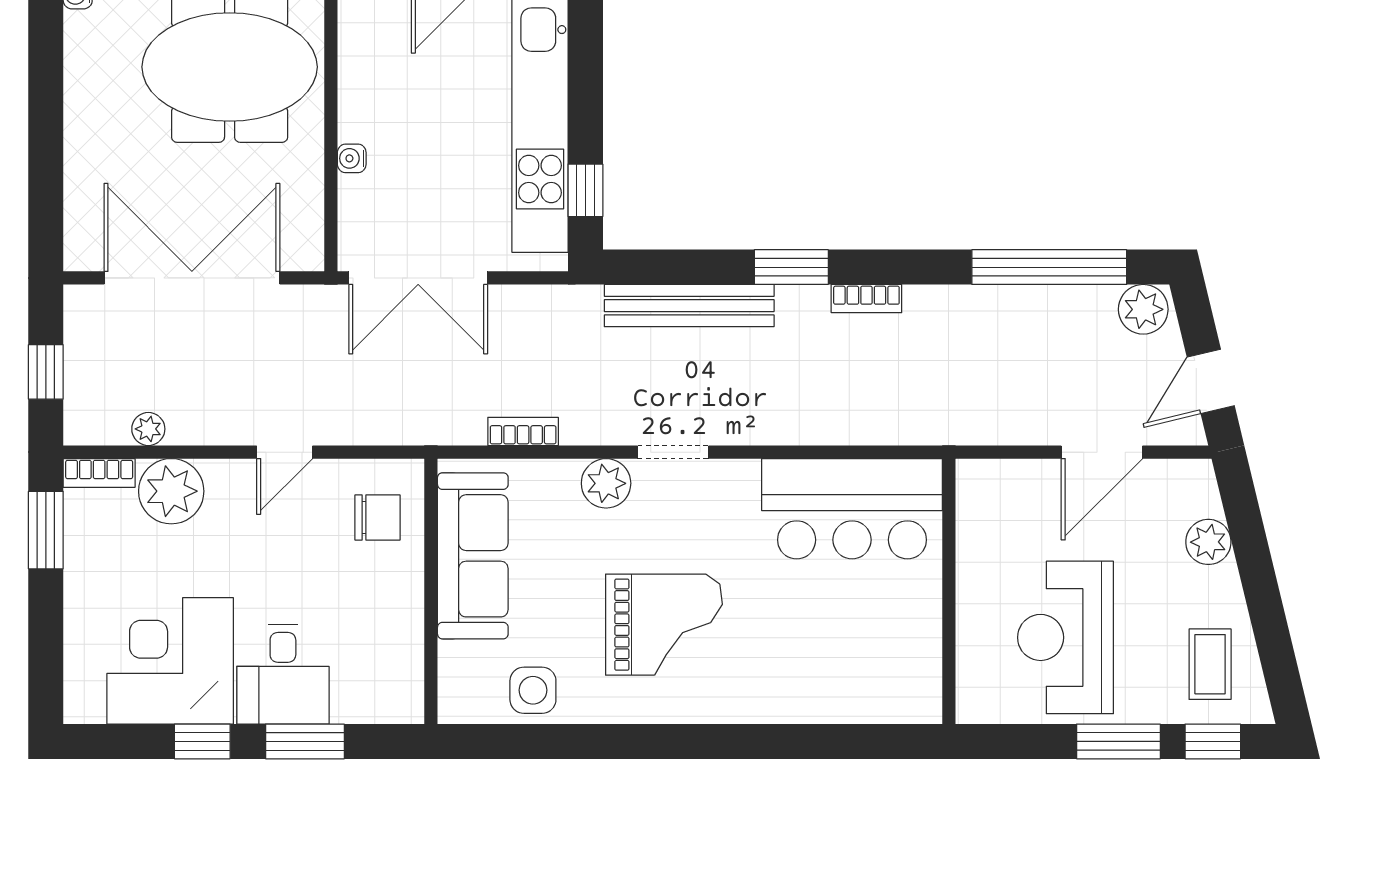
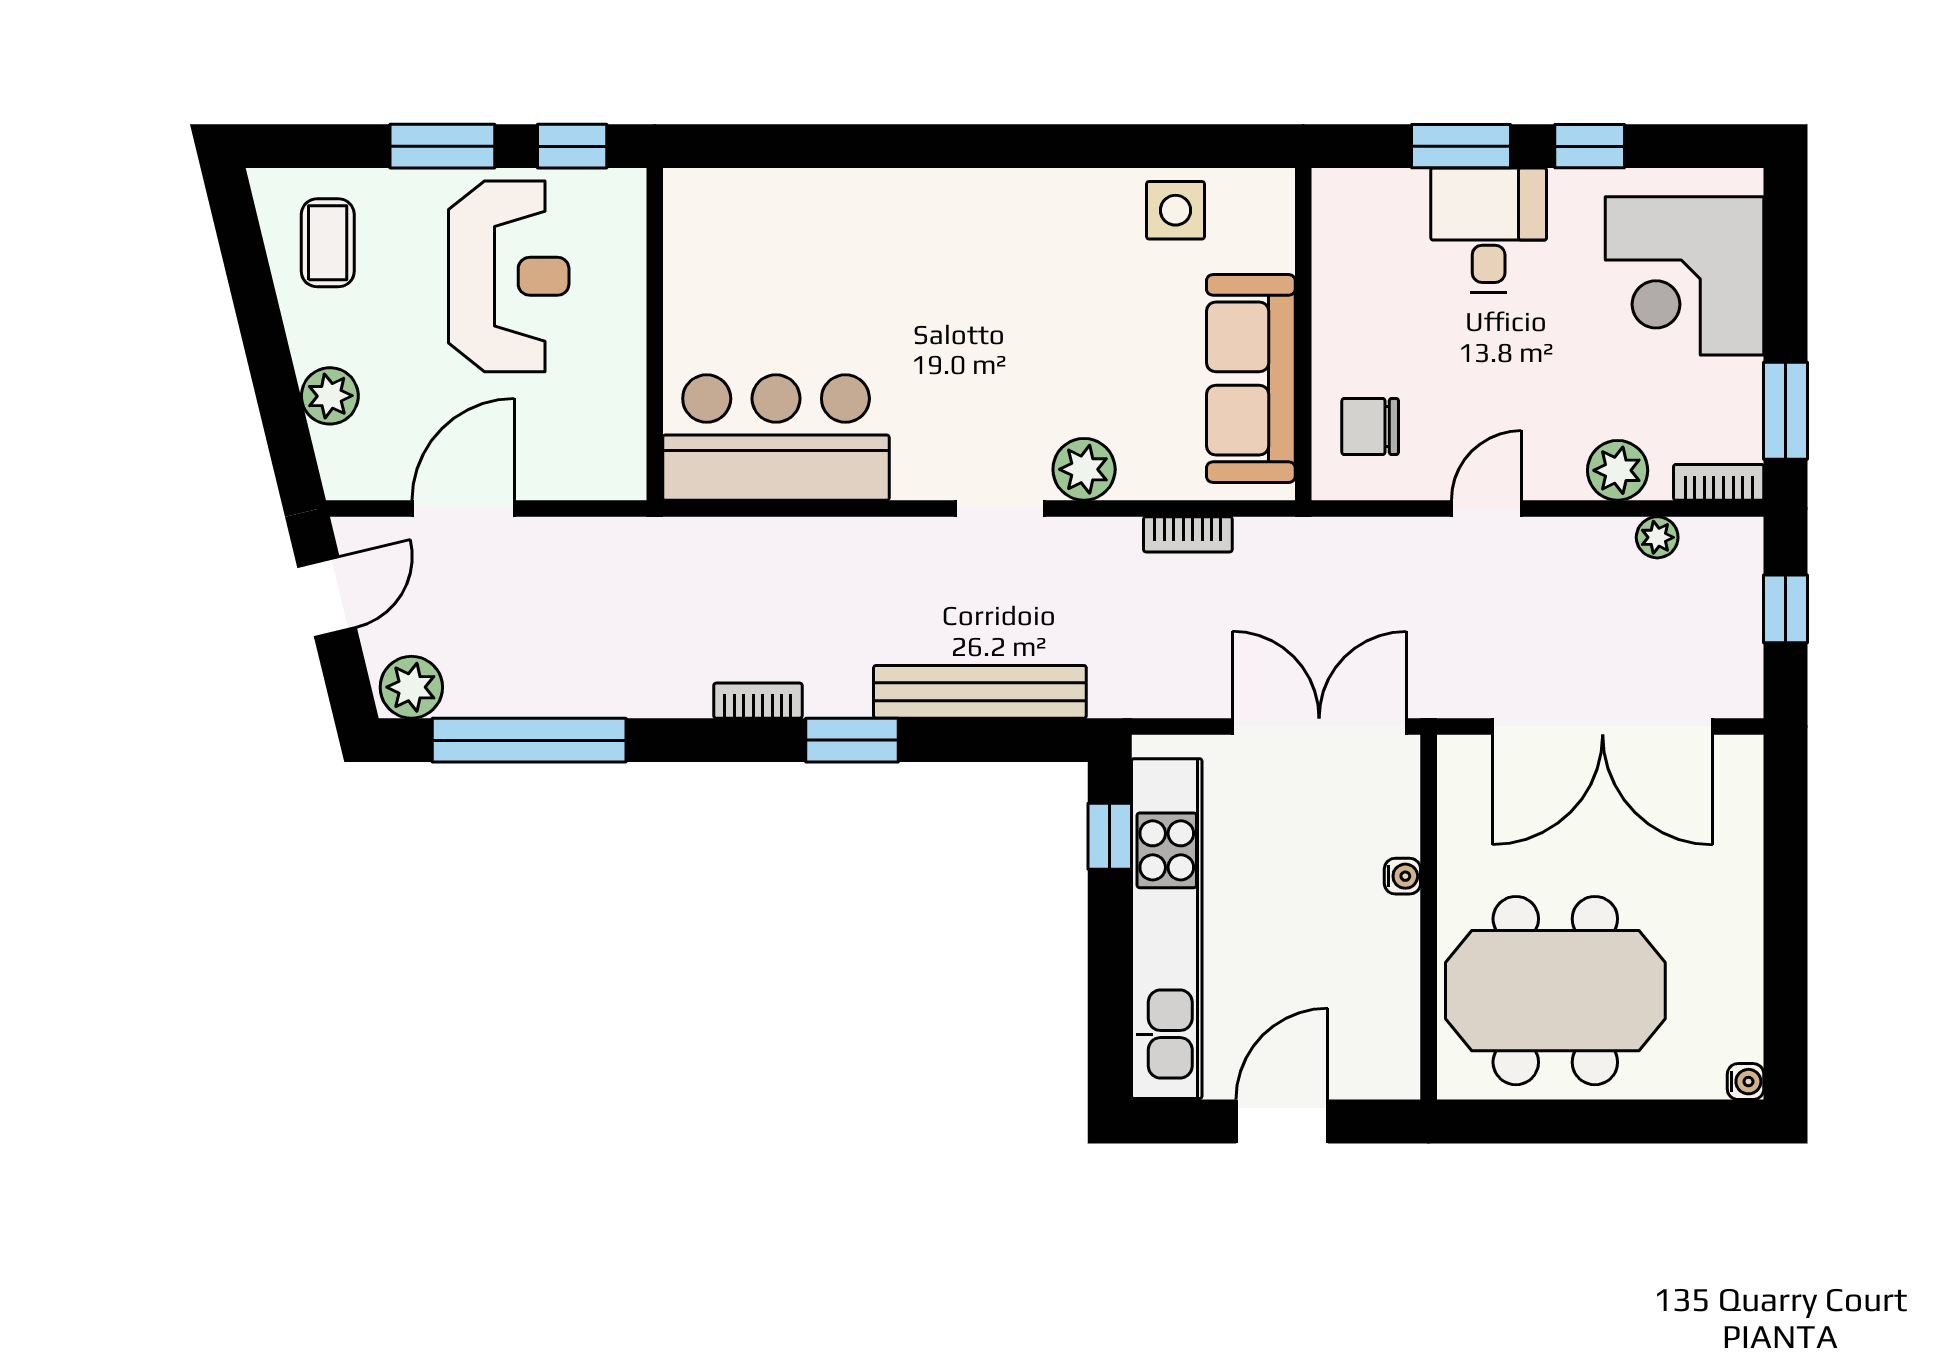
plant: (171, 491) -> (1618, 470), width x0.73, depth x0.73
grand piano: (664, 625) -> (1012, 292), removed
corner desk: (170, 661) -> (1685, 276), moved, turned 90
window: (1213, 741) -> (572, 146), moved

